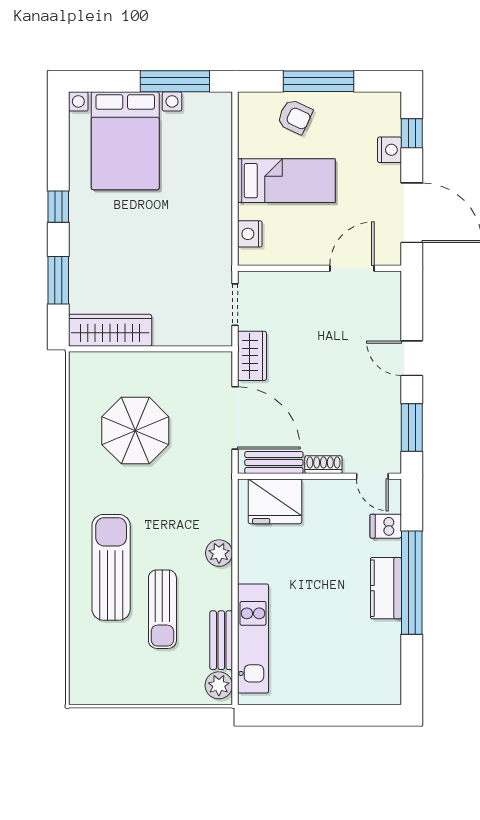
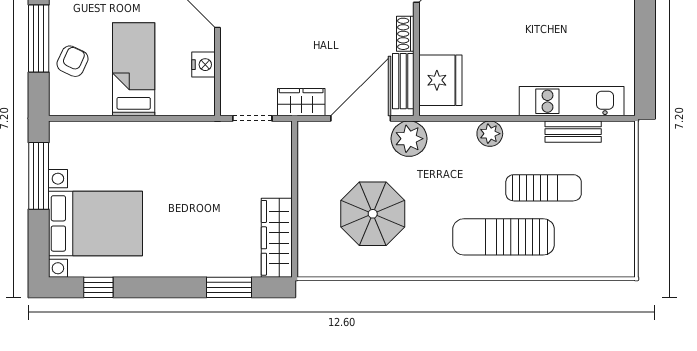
window: (58, 207) -> (98, 287), moved
nightstand: (250, 234) -> (203, 65), moved, turned -90
plant: (219, 685) -> (409, 139), moved, width x1.36, depth x1.36

